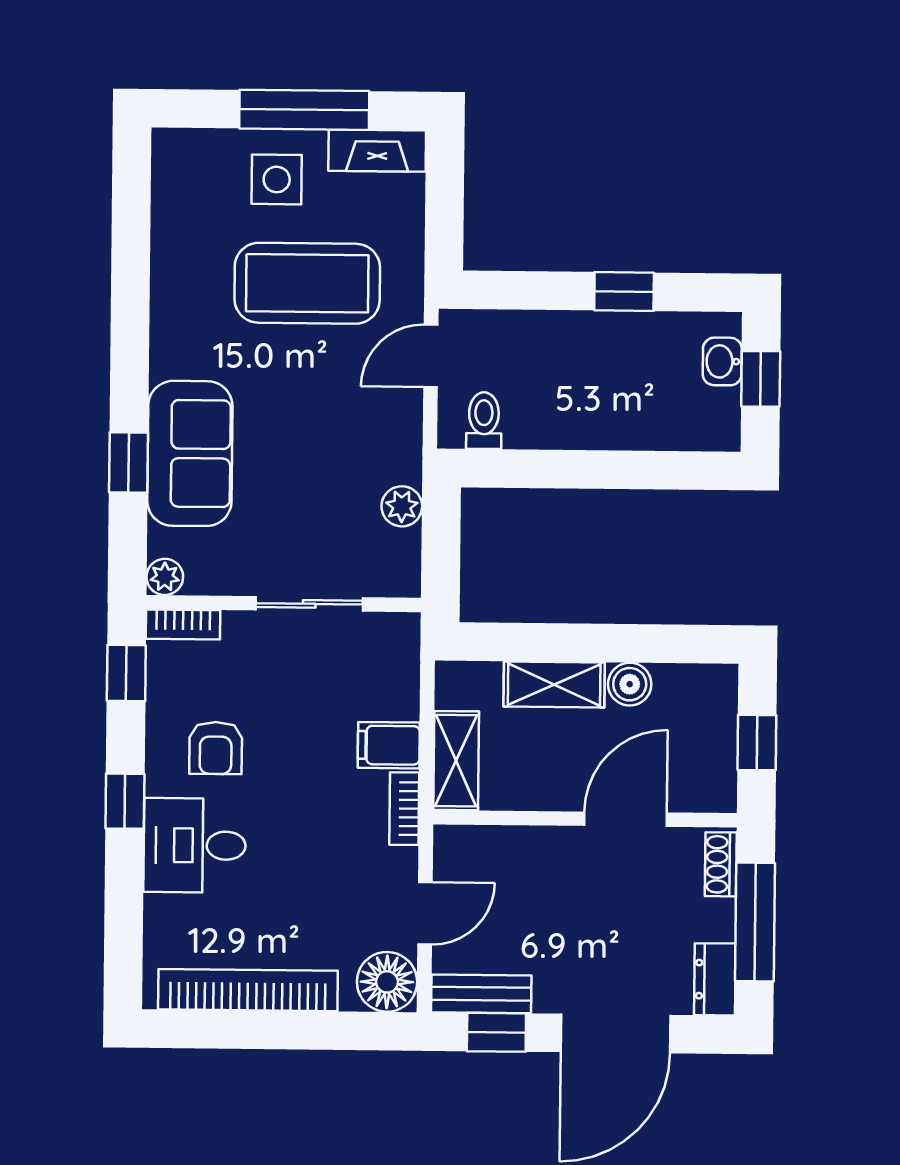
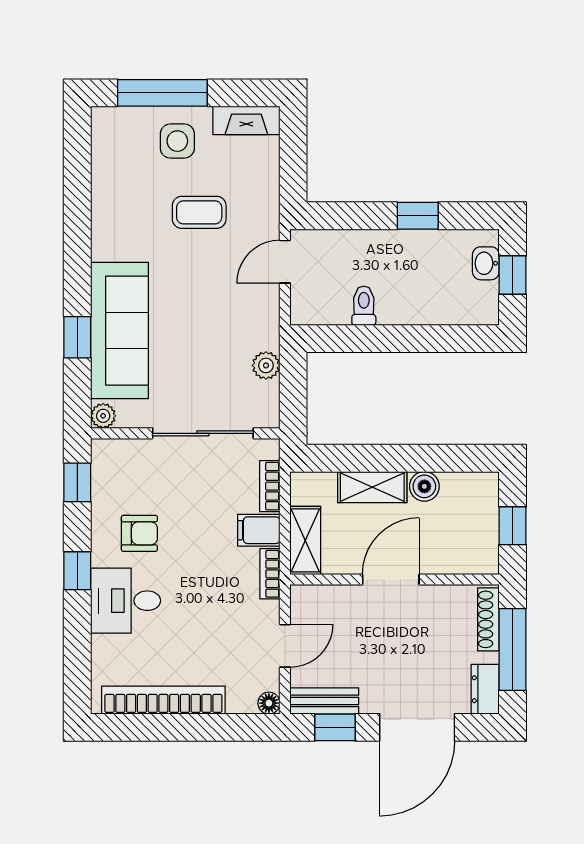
window: (304, 110) -> (162, 93), moved
coffee table: (307, 283) -> (199, 212), width x0.54, depth x0.58
toilet: (484, 421) -> (364, 306), moved
sofa: (190, 453) -> (119, 331), width x1.36
sliding door: (309, 604) -> (203, 433), width x1.37
bookcase: (183, 625) -> (270, 486), moved, turned 90
armchair: (216, 748) -> (139, 533), turned -90
door: (626, 819) -> (391, 580), moved
shoe rack: (721, 864) -> (488, 619), width x1.43
floor lamp: (387, 982) -> (269, 703), width x0.53, depth x0.53

